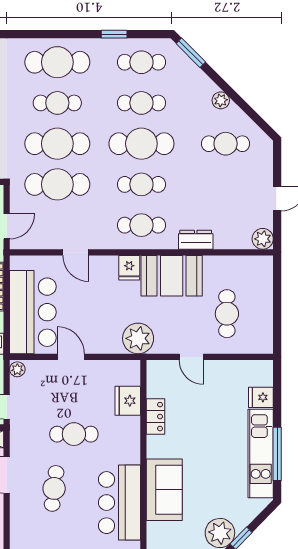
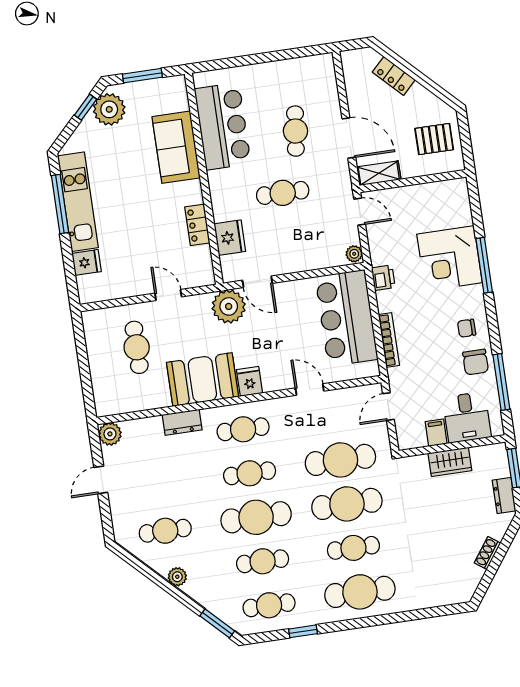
door: (71, 357) -> (257, 282), moved

